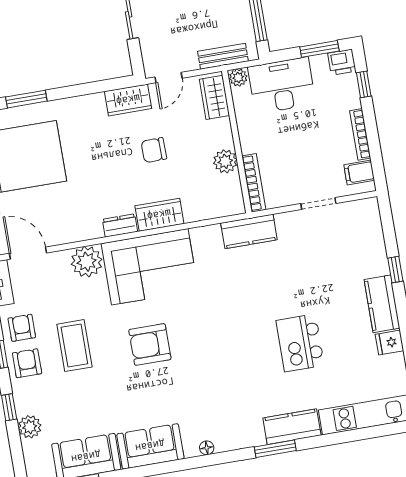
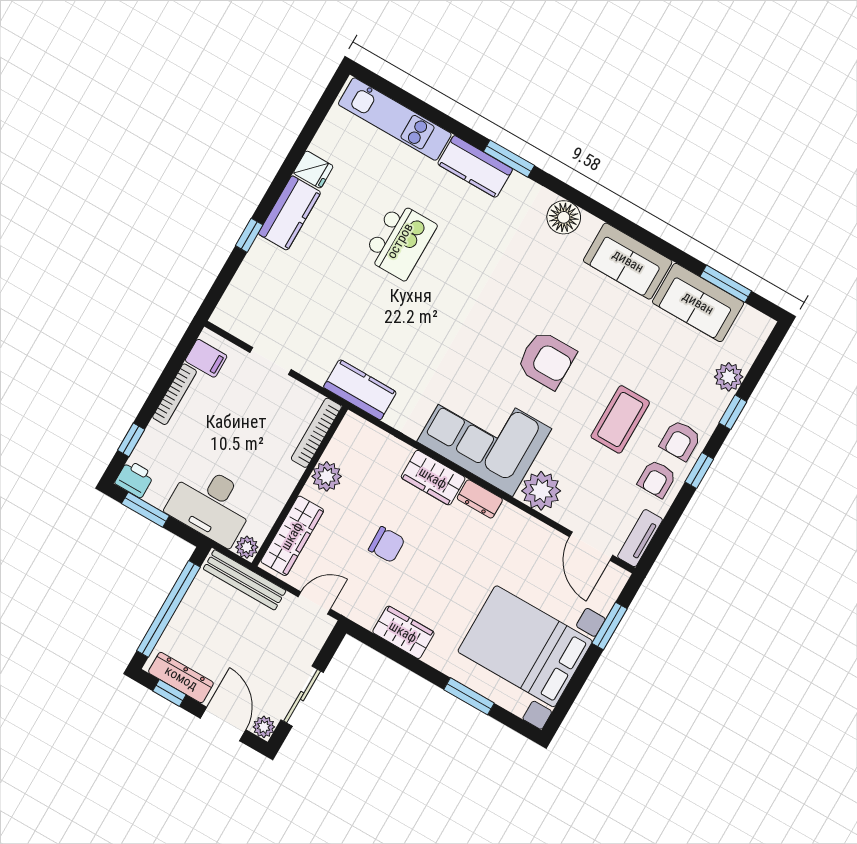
bench: (223, 56) -> (245, 580), width x1.36
wardrobe: (214, 97) -> (292, 536), width x1.50
wardrobe: (128, 100) -> (403, 632), moved
floor lamp: (207, 448) -> (564, 217), width x1.89, depth x1.89

